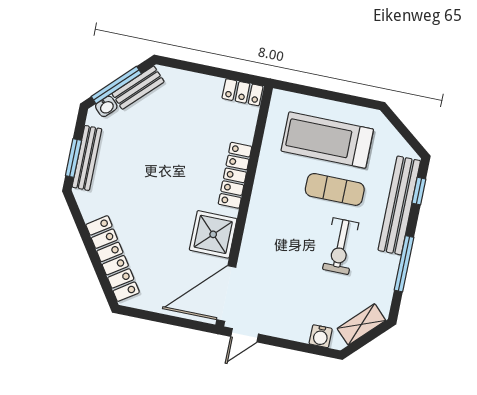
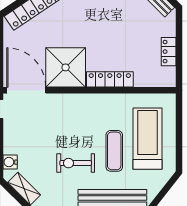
locker: (243, 92) -> (169, 52), moved
shower: (213, 234) -> (66, 67), width x1.37, depth x1.37

